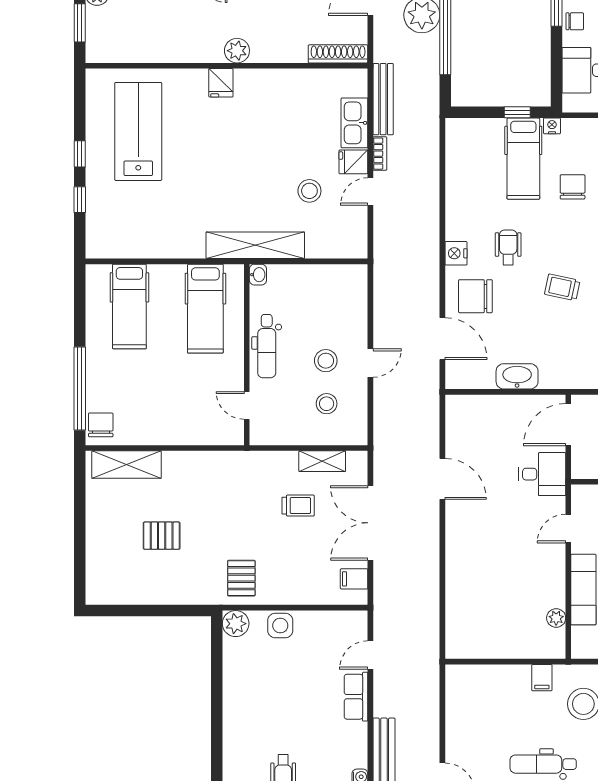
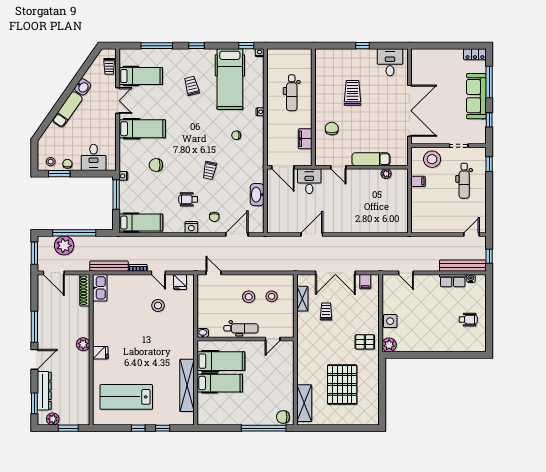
window: (517, 112) -> (116, 194), width x2.17
kitchen sink: (354, 123) -> (100, 288), moved, turned -90
hospital bed: (523, 159) -> (141, 223), moved
fridge: (353, 162) -> (180, 282), moved
shelving: (255, 245) -> (187, 385), moved
chair: (475, 296) -> (214, 217), width x0.54, depth x0.54
hospital bed: (129, 306) -> (220, 383), moved
door: (370, 363) -> (214, 273), moved
pallet: (162, 536) -> (342, 384), width x2.05, depth x2.00
row of seats: (356, 697) -> (453, 281), moved

